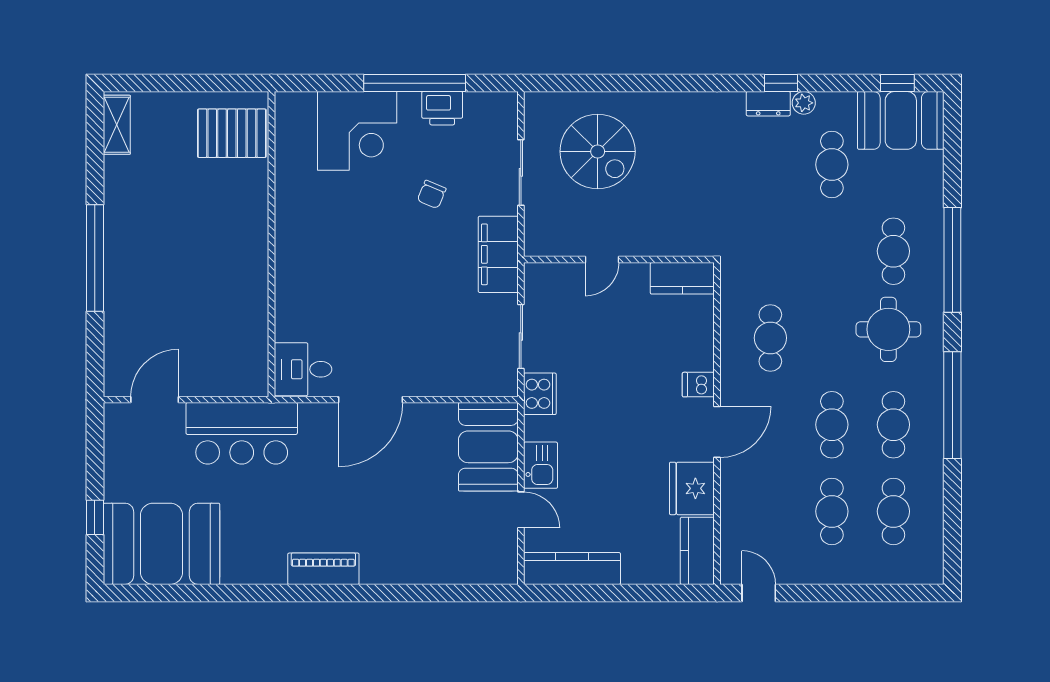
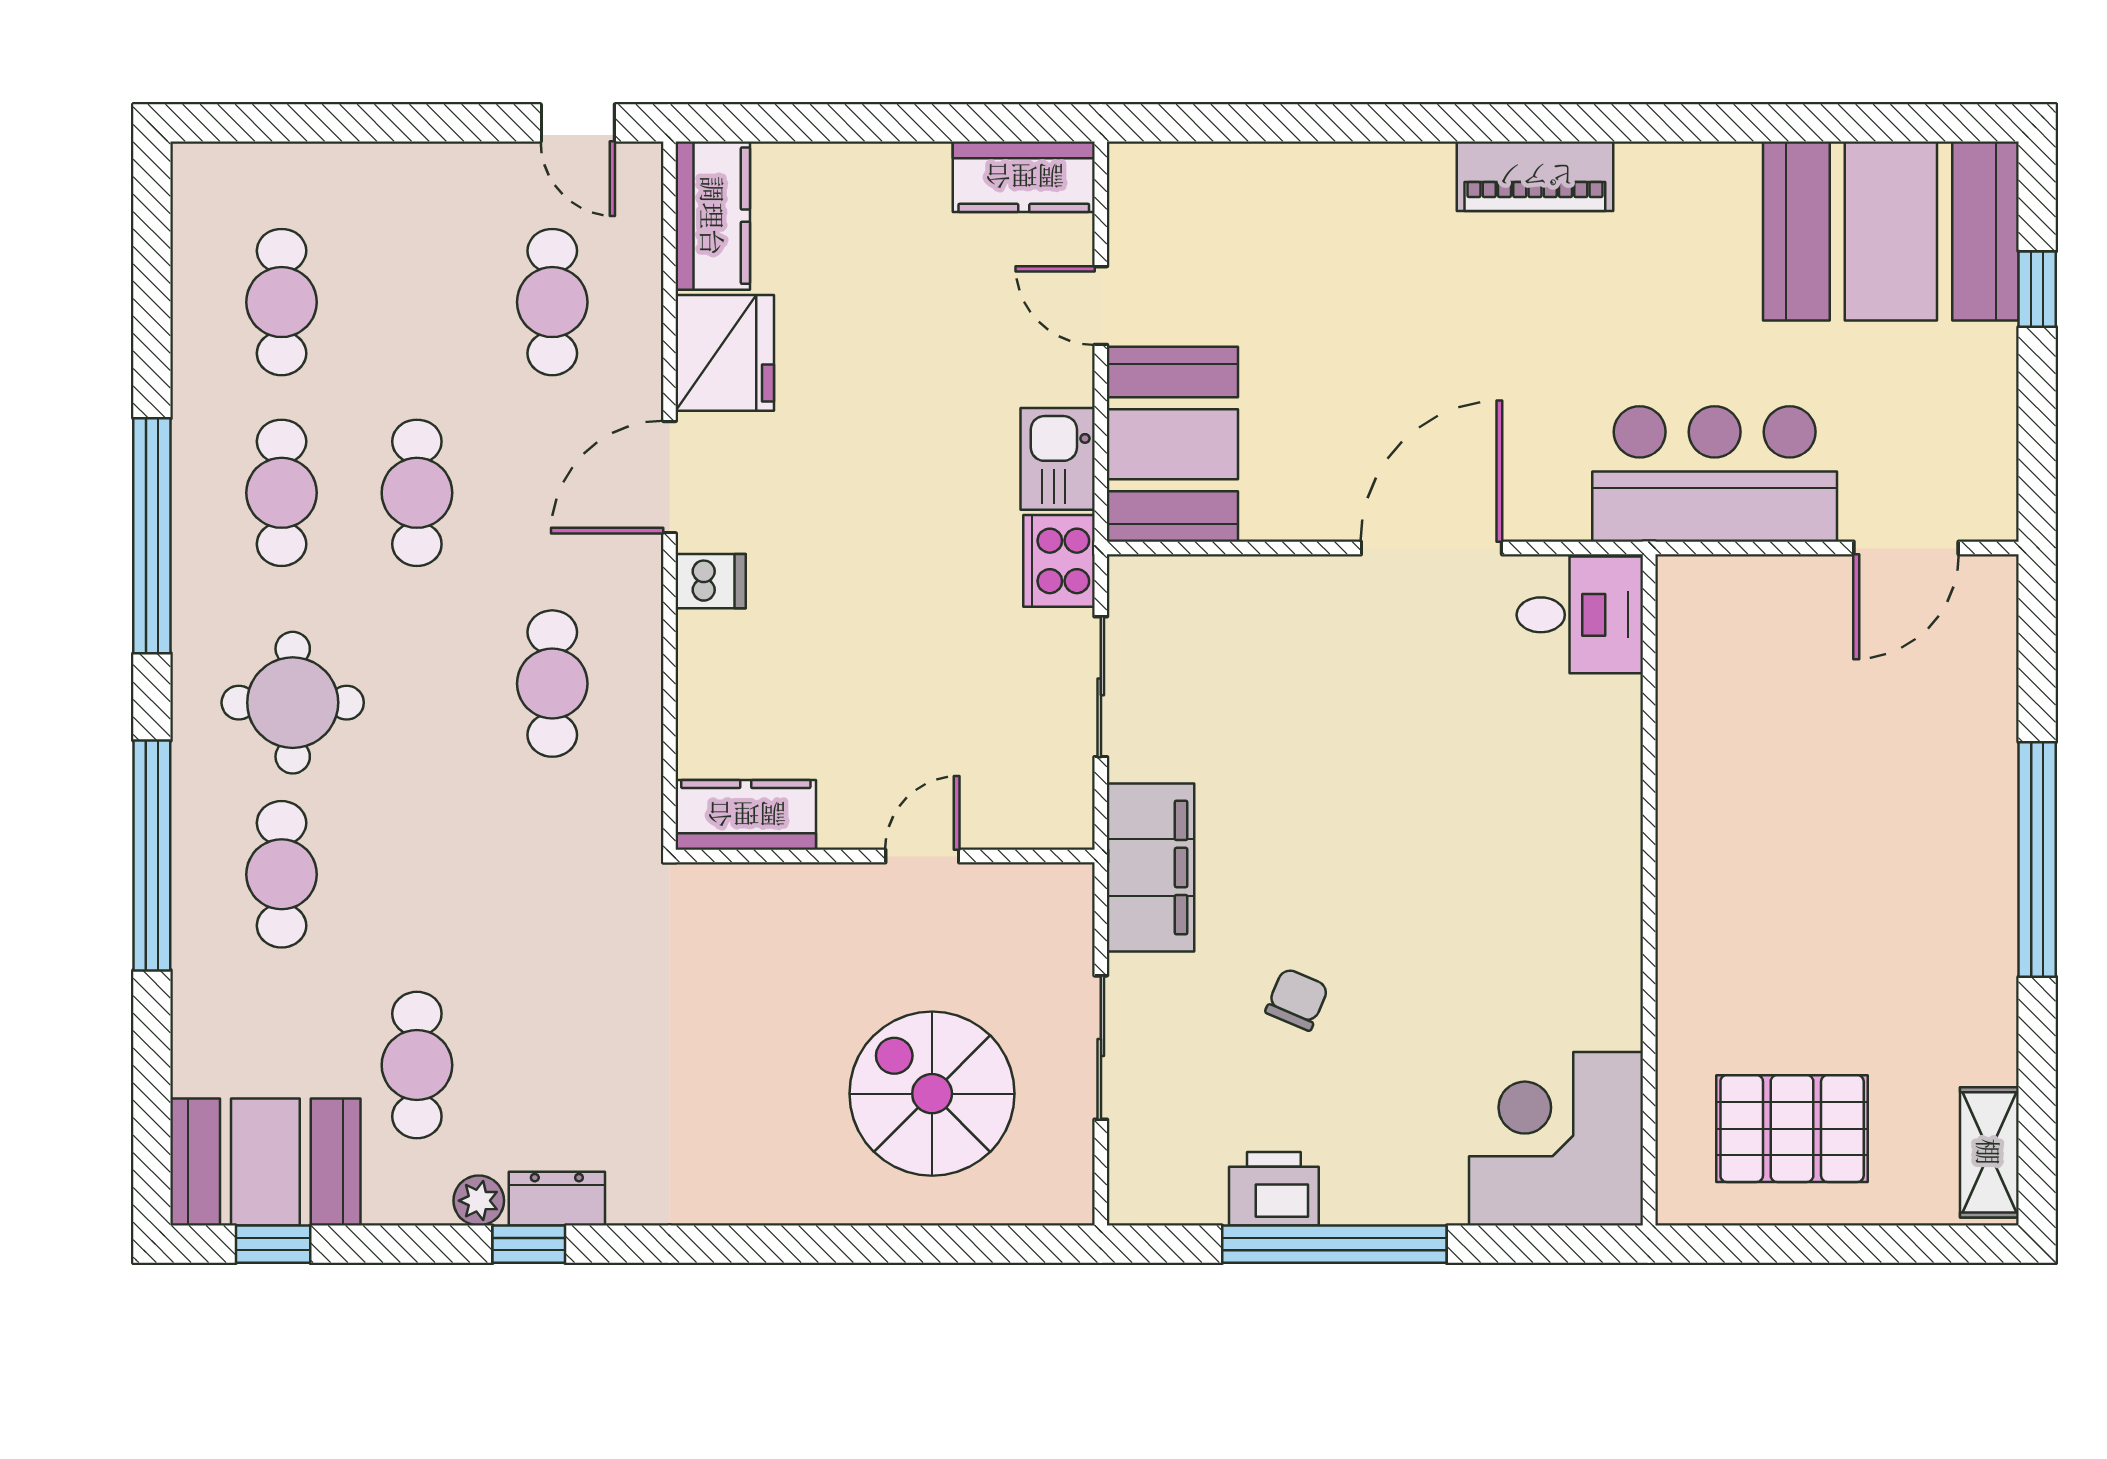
corner desk: (357, 131) -> (1556, 1139), moved
pallet: (232, 133) -> (1792, 1129), moved
kitchen sink: (541, 465) -> (1058, 459), moved
cafe table: (832, 511) -> (552, 302), moved
kitchen counter: (572, 568) -> (1024, 177), width x0.67

